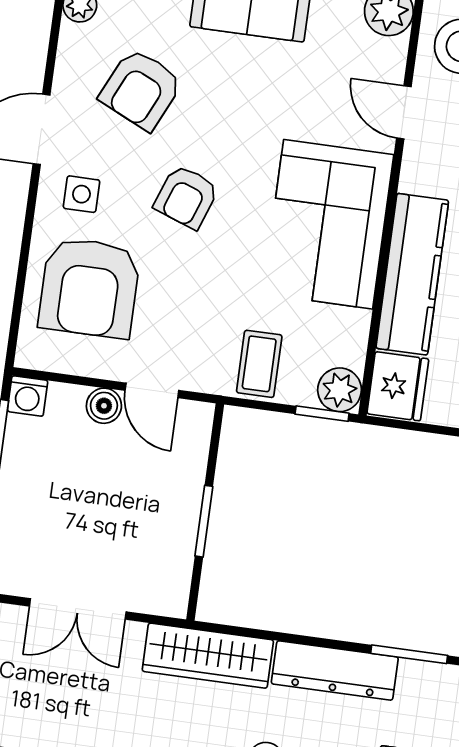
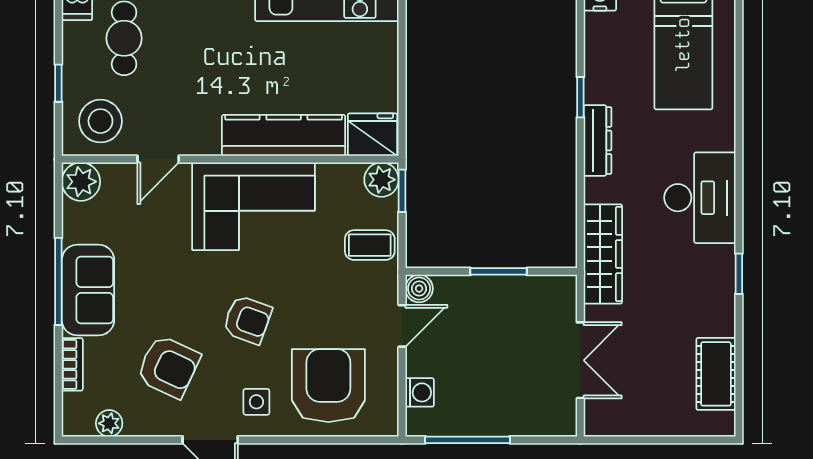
armchair: (89, 288) -> (328, 386), turned -90
washing machine: (28, 396) -> (420, 392), moved
boiler: (104, 406) -> (419, 289), moved
window: (409, 654) -> (580, 97), width x0.67
dresser: (335, 670) -> (597, 140), width x0.73, depth x0.80

